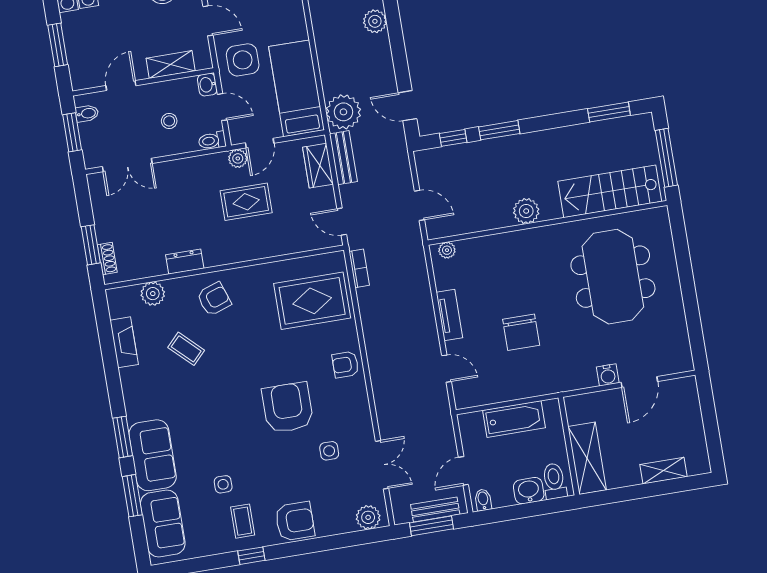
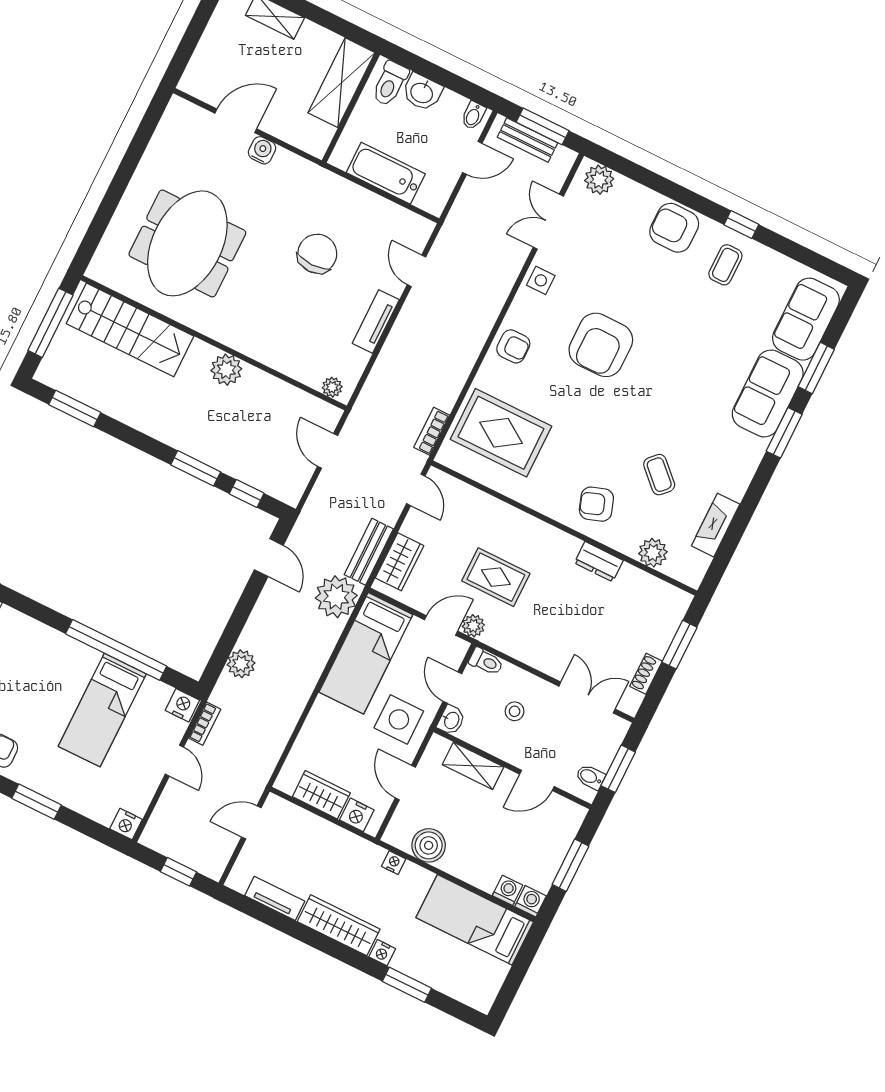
shoe rack: (107, 259) -> (646, 674), moved
side table: (329, 451) -> (541, 280), moved
side table: (223, 484) -> (719, 315), removed

